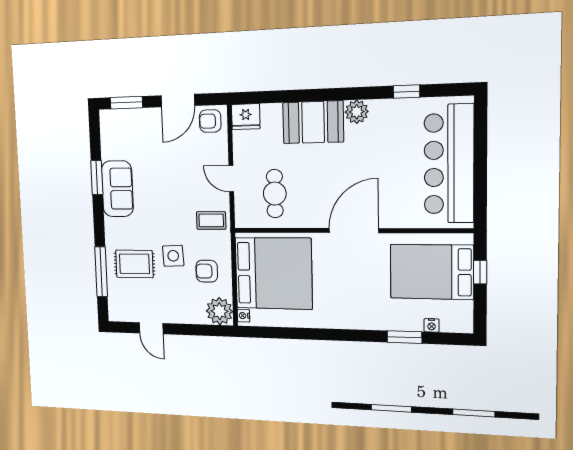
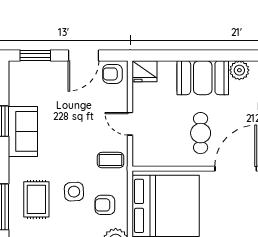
cafe table: (275, 194) -> (201, 133), moved
rug: (134, 264) -> (36, 199), turned 90

